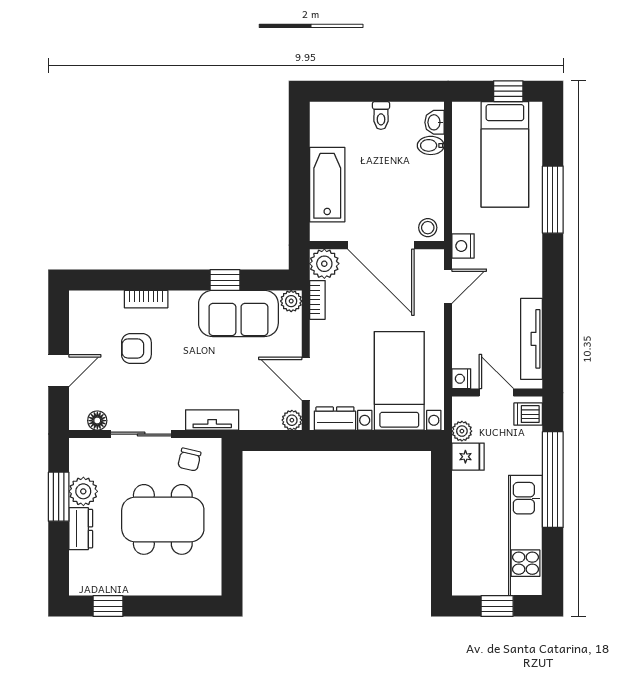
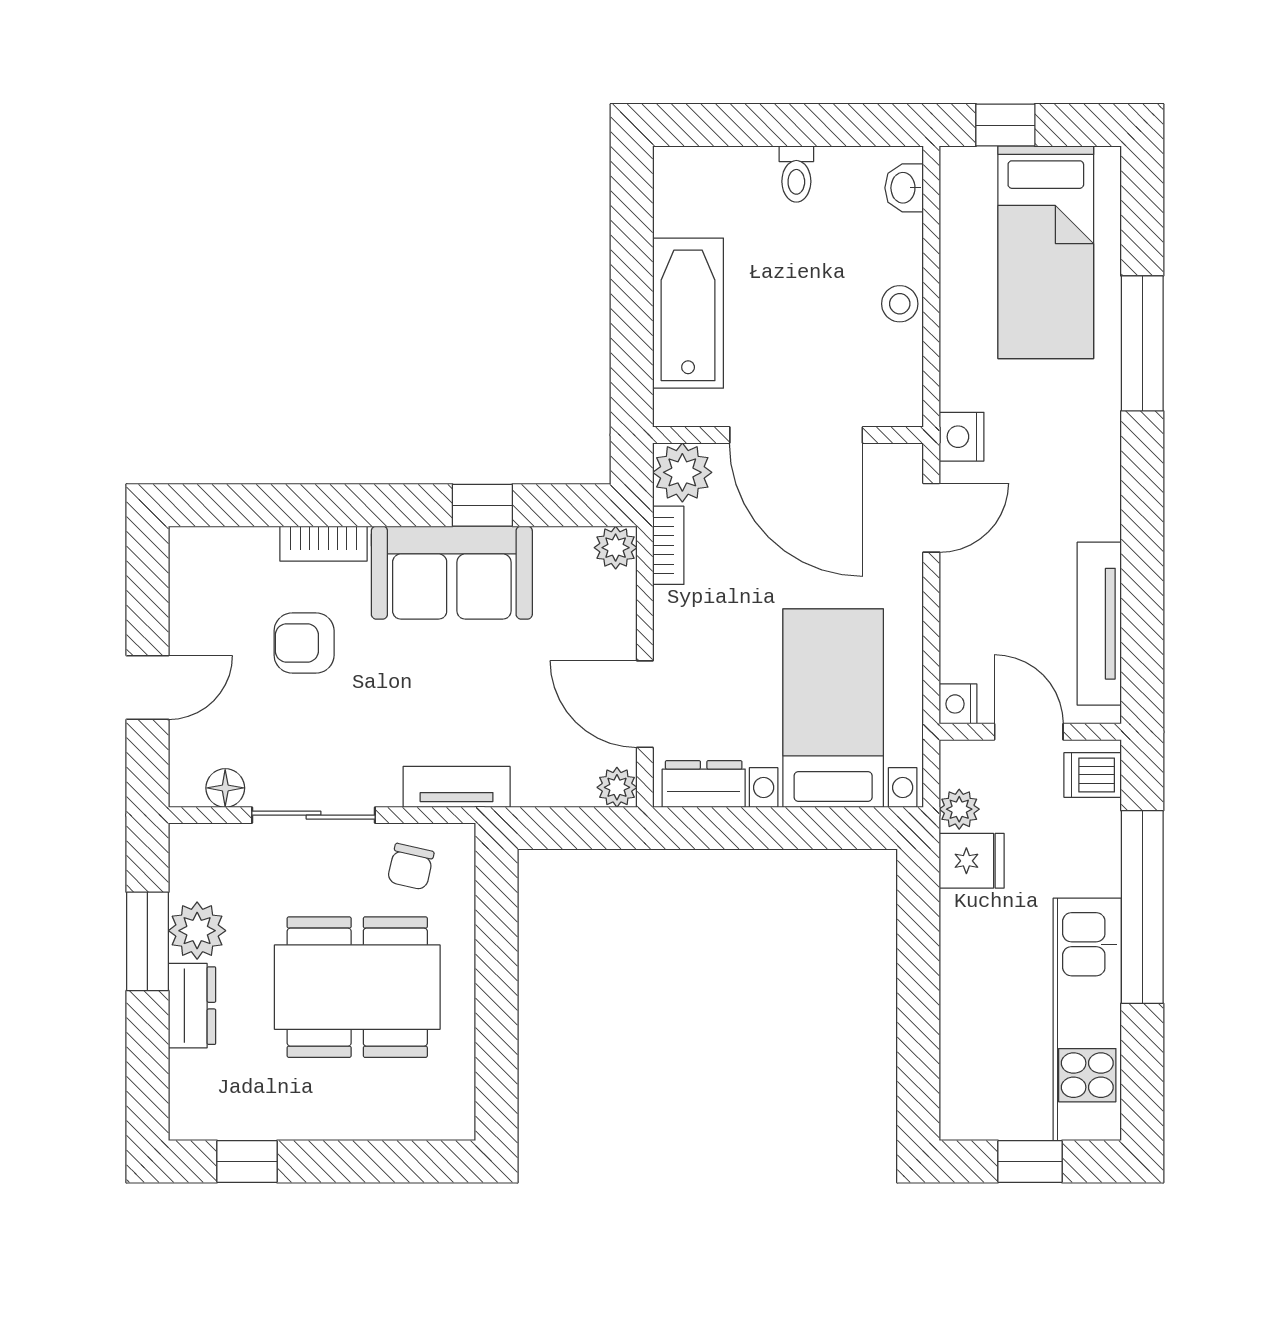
window: (508, 91) -> (1005, 125), moved
bidet: (431, 145) -> (896, 234), removed
stool: (428, 228) -> (900, 304), moved
sofa: (238, 314) -> (452, 573), moved

